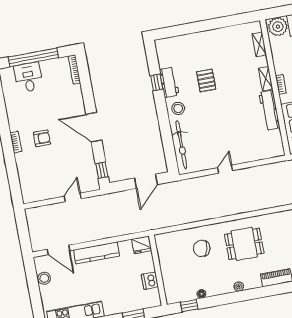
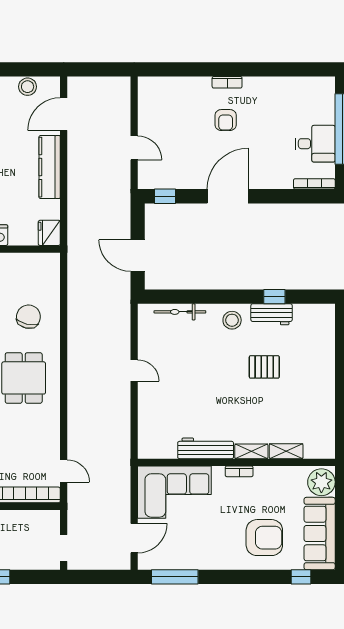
shelving: (259, 44) -> (286, 451), moved
desk: (28, 77) -> (315, 144), moved
bicycle: (181, 145) -> (180, 312), width x0.73, depth x0.71

